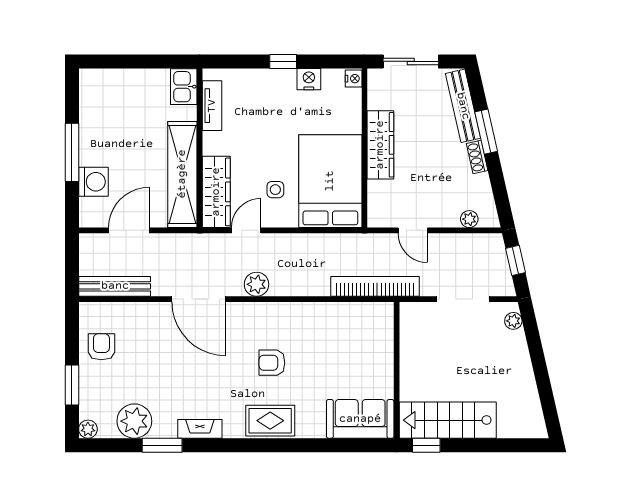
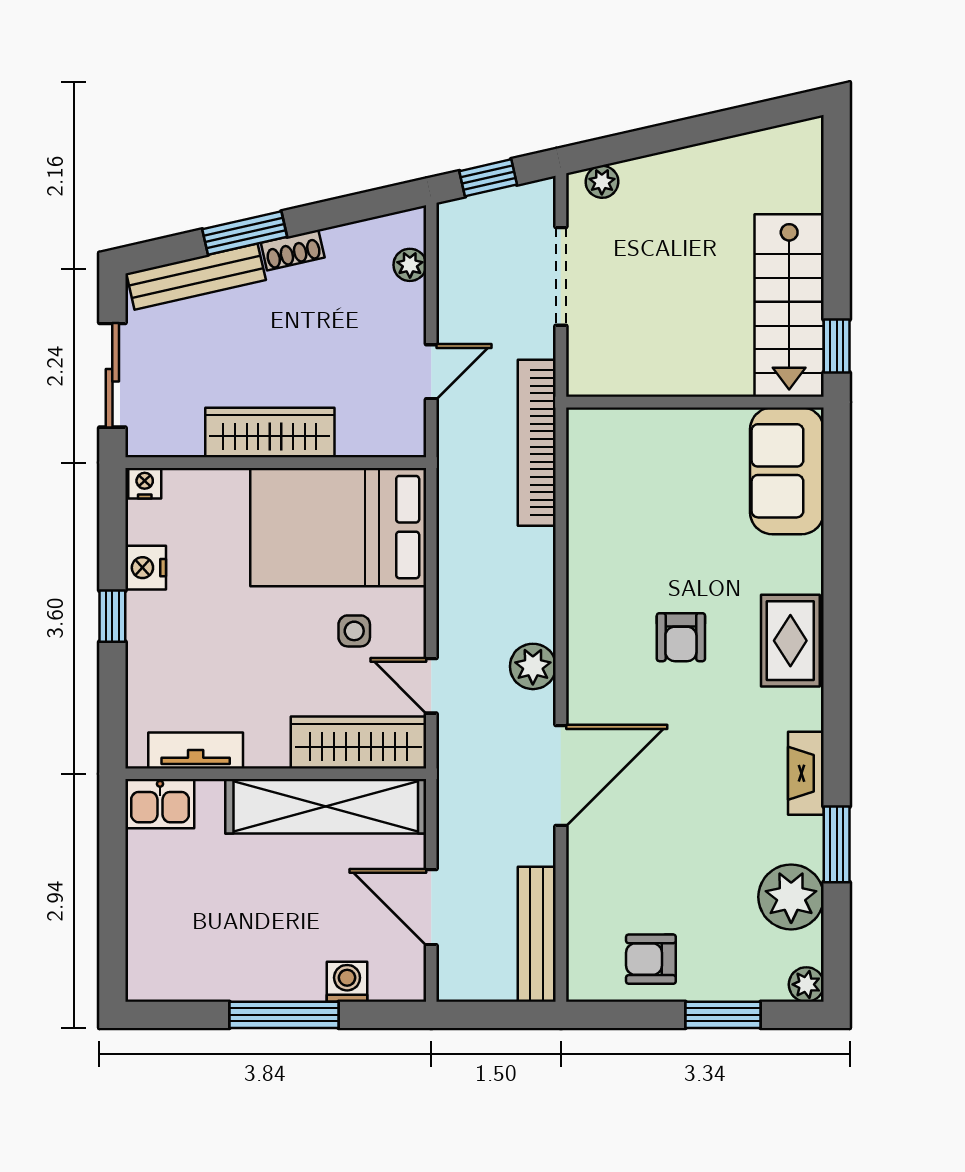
washing machine: (93, 182) -> (347, 982), width x0.73, depth x0.73

